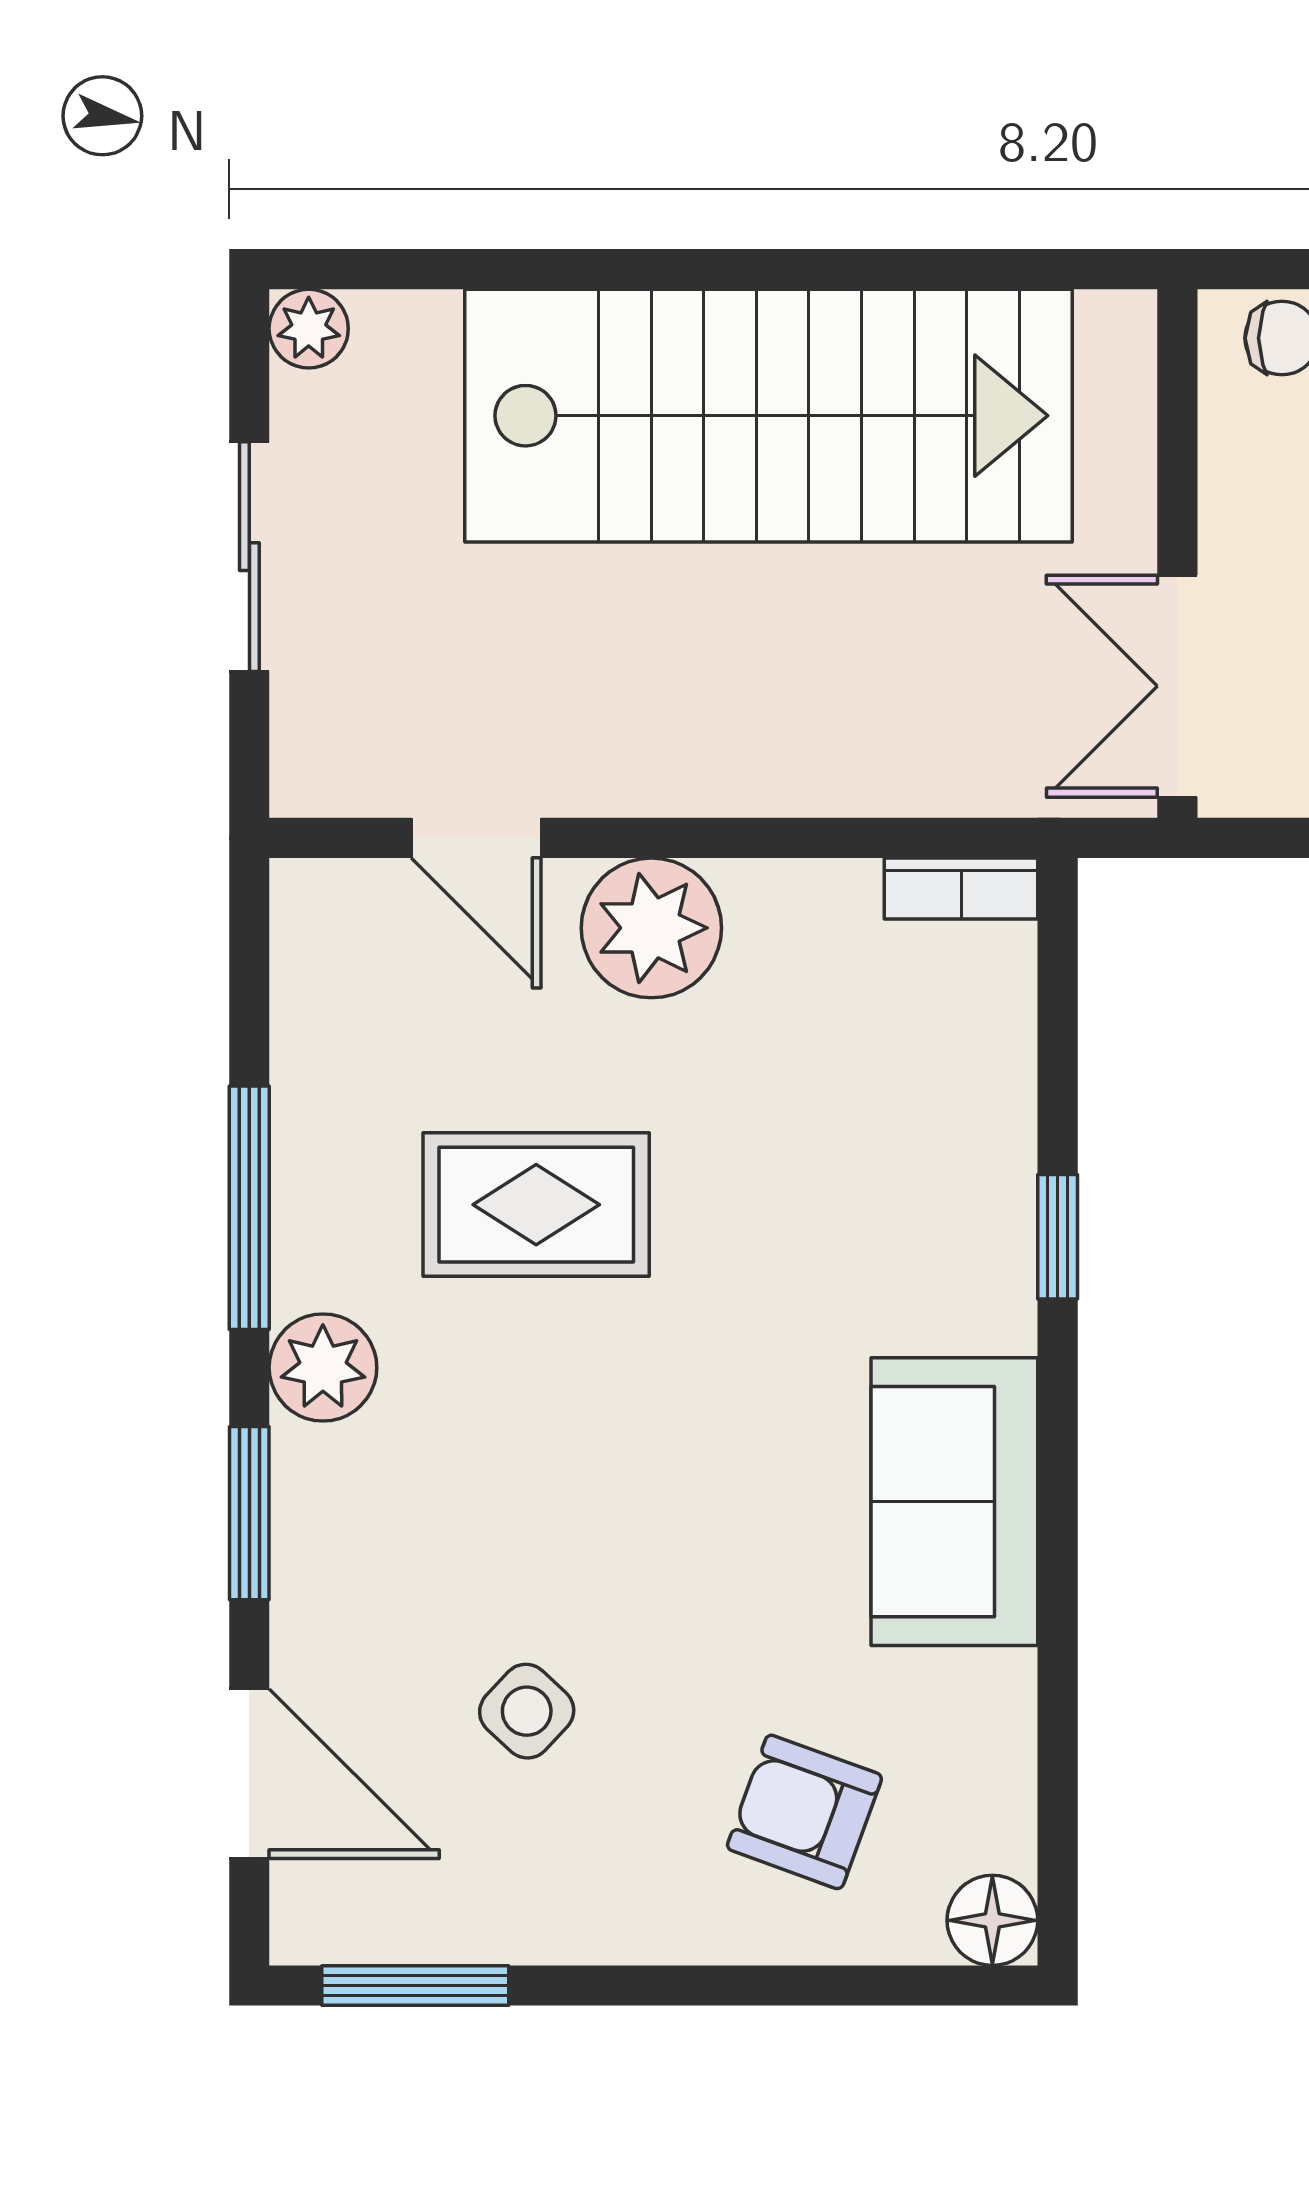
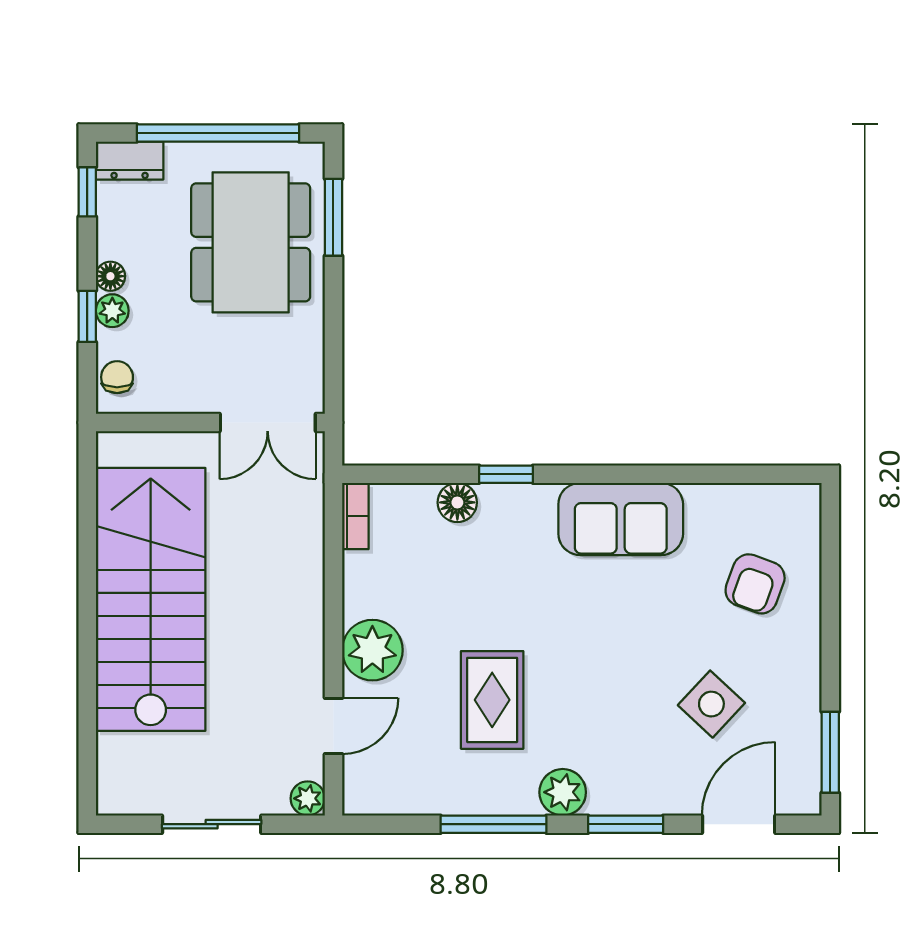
plant: (309, 329) -> (308, 798), moved
side table: (527, 1711) -> (711, 704), width x1.37, depth x1.37
floor lamp: (992, 1920) -> (457, 502), moved

